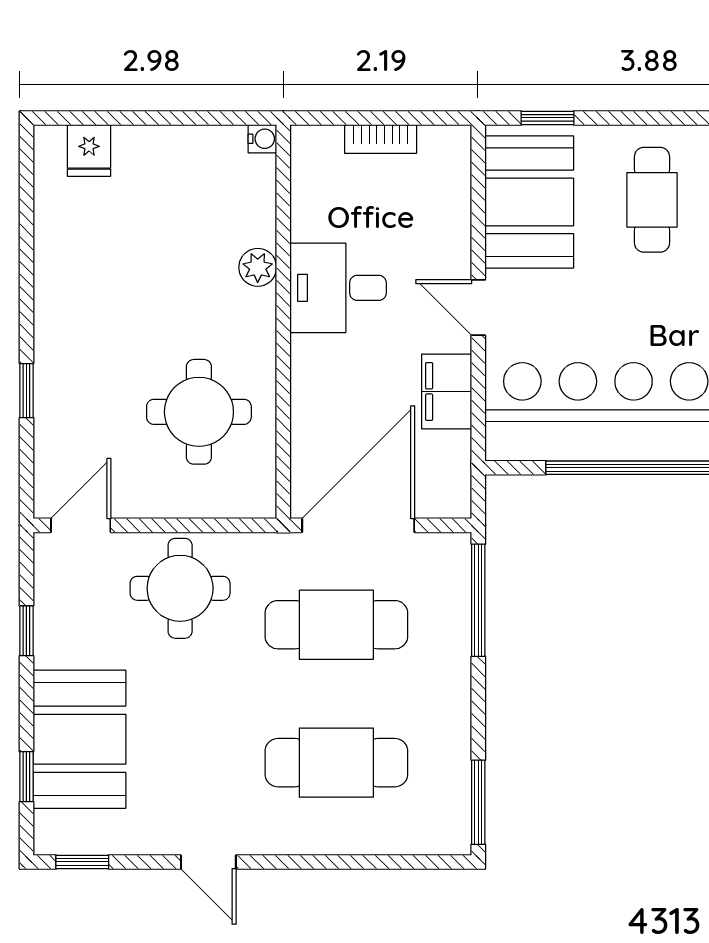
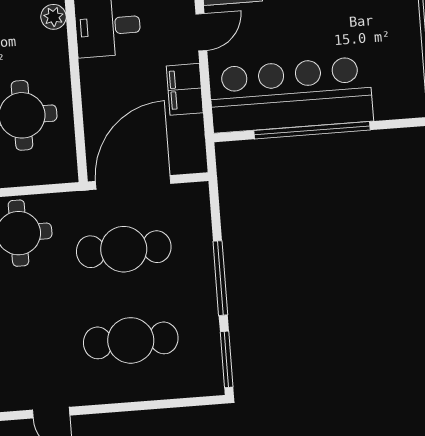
door: (478, 308) -> (201, 32), swing flipped
window: (478, 600) -> (220, 278), moved

